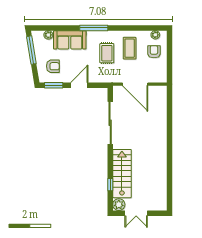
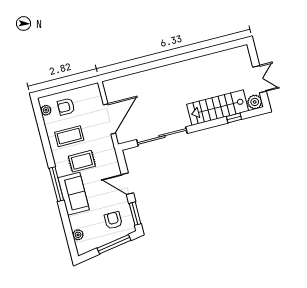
sofa: (70, 40) -> (74, 194), moved
window: (31, 50) -> (114, 244), moved

